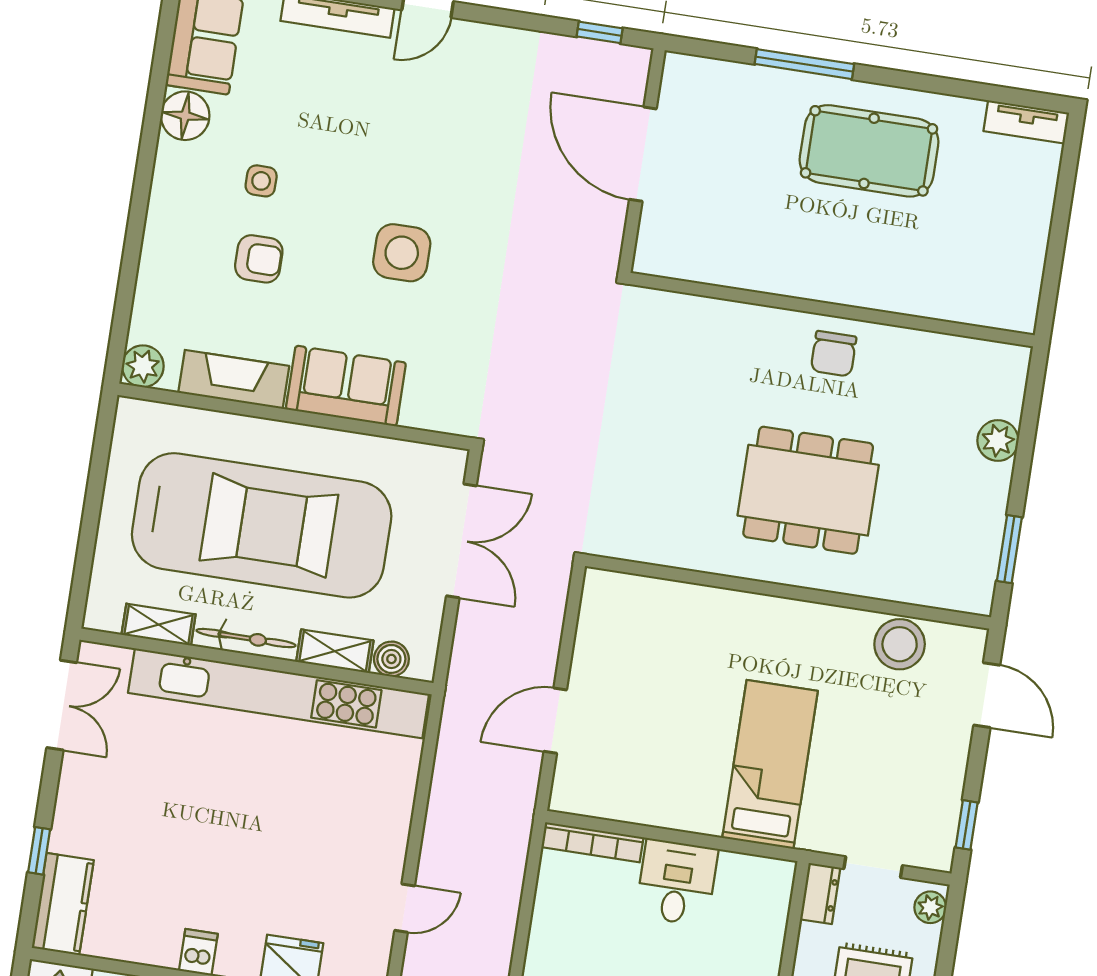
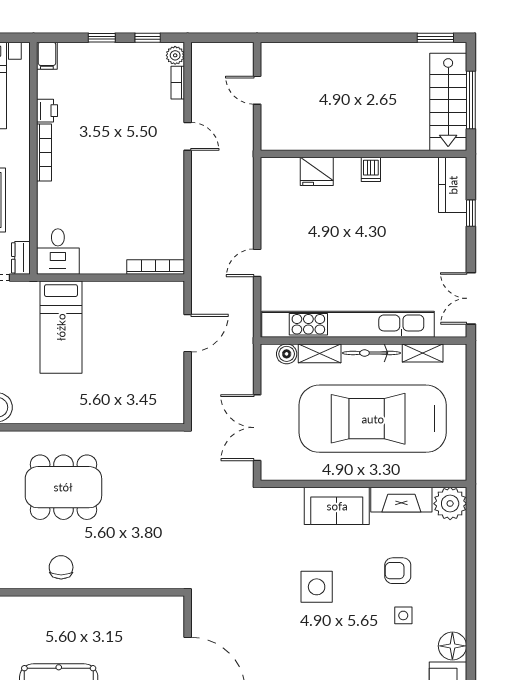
plant: (143, 366) -> (450, 504), width x1.36, depth x1.36
desk: (677, 882) -> (58, 252), moved
door: (405, 908) -> (257, 263), moved

